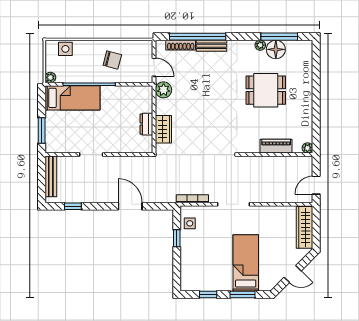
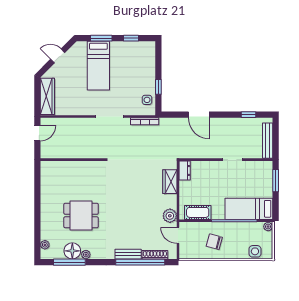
cot: (131, 94) -> (198, 212), added
dresser: (146, 124) -> (185, 170), moved
piano: (276, 146) -> (72, 167), removed
plant: (307, 148) -> (45, 245), moved

